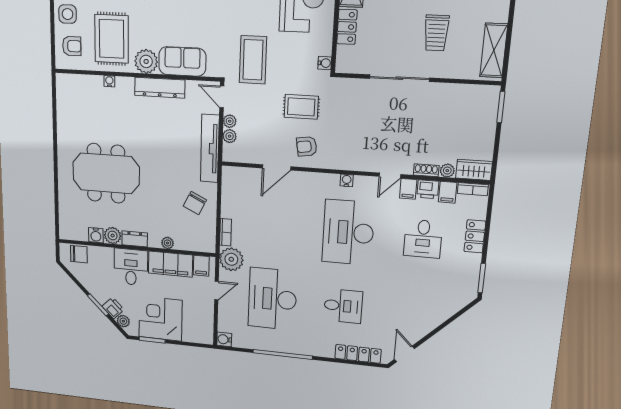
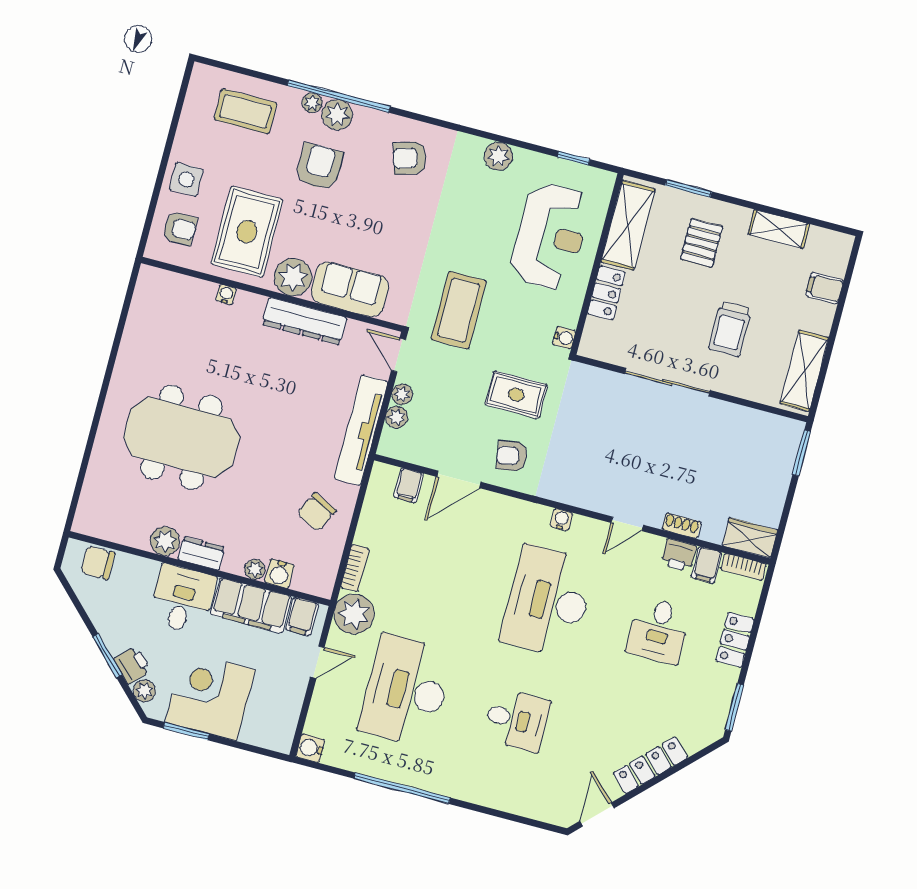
plant: (447, 171) -> (712, 532), removed
filing cabinet: (408, 189) -> (409, 485), moved
water cooler: (96, 235) -> (279, 573), moved
chair: (79, 254) -> (98, 563), turned 180
locker: (358, 354) -> (650, 765), moved, turned -45

